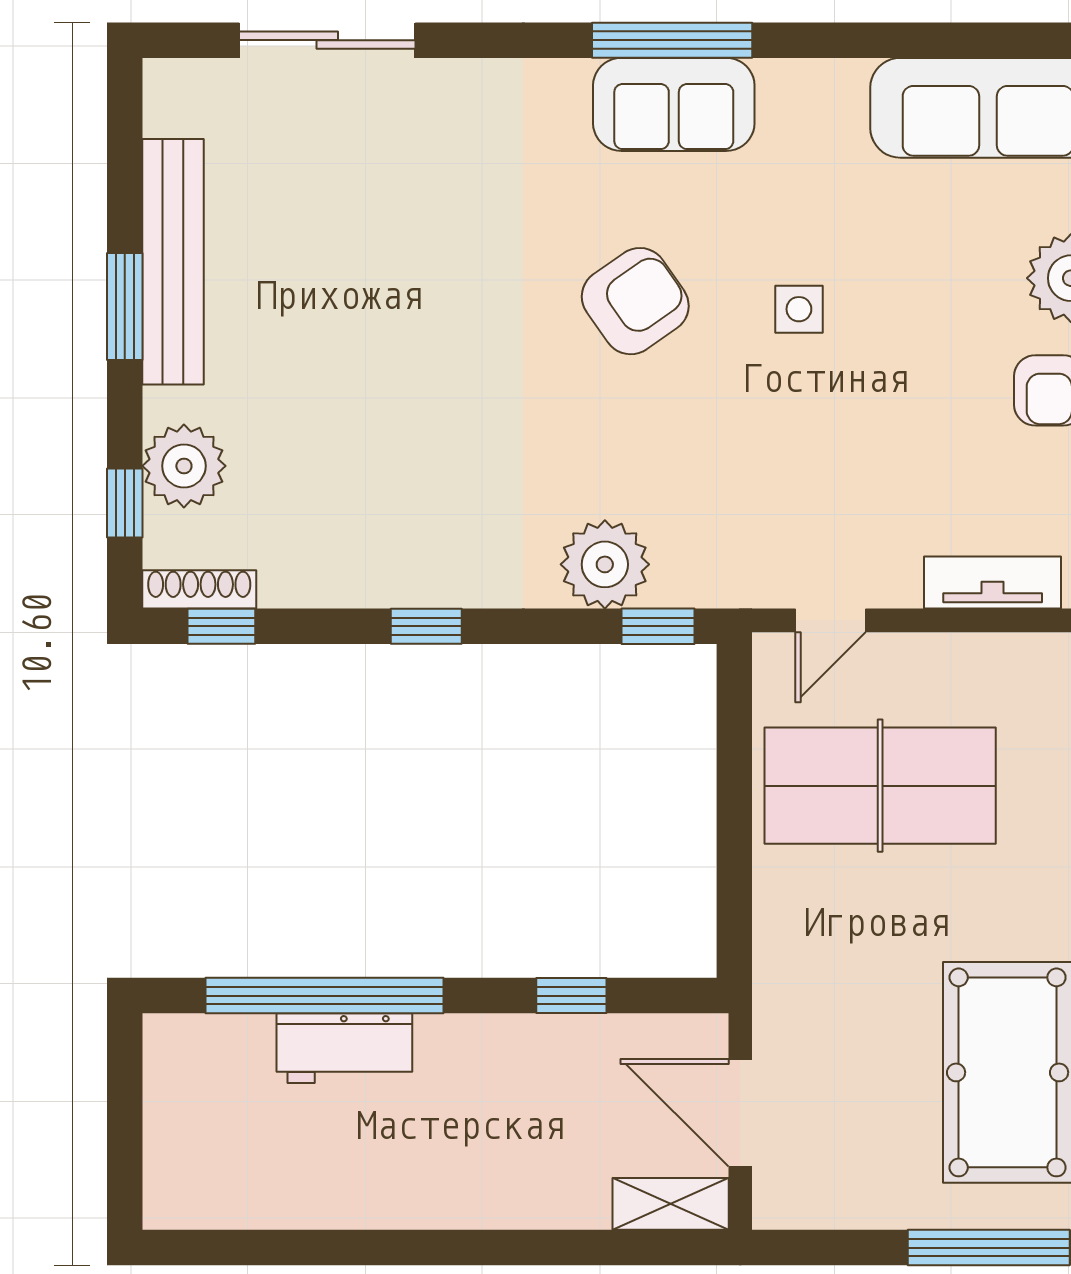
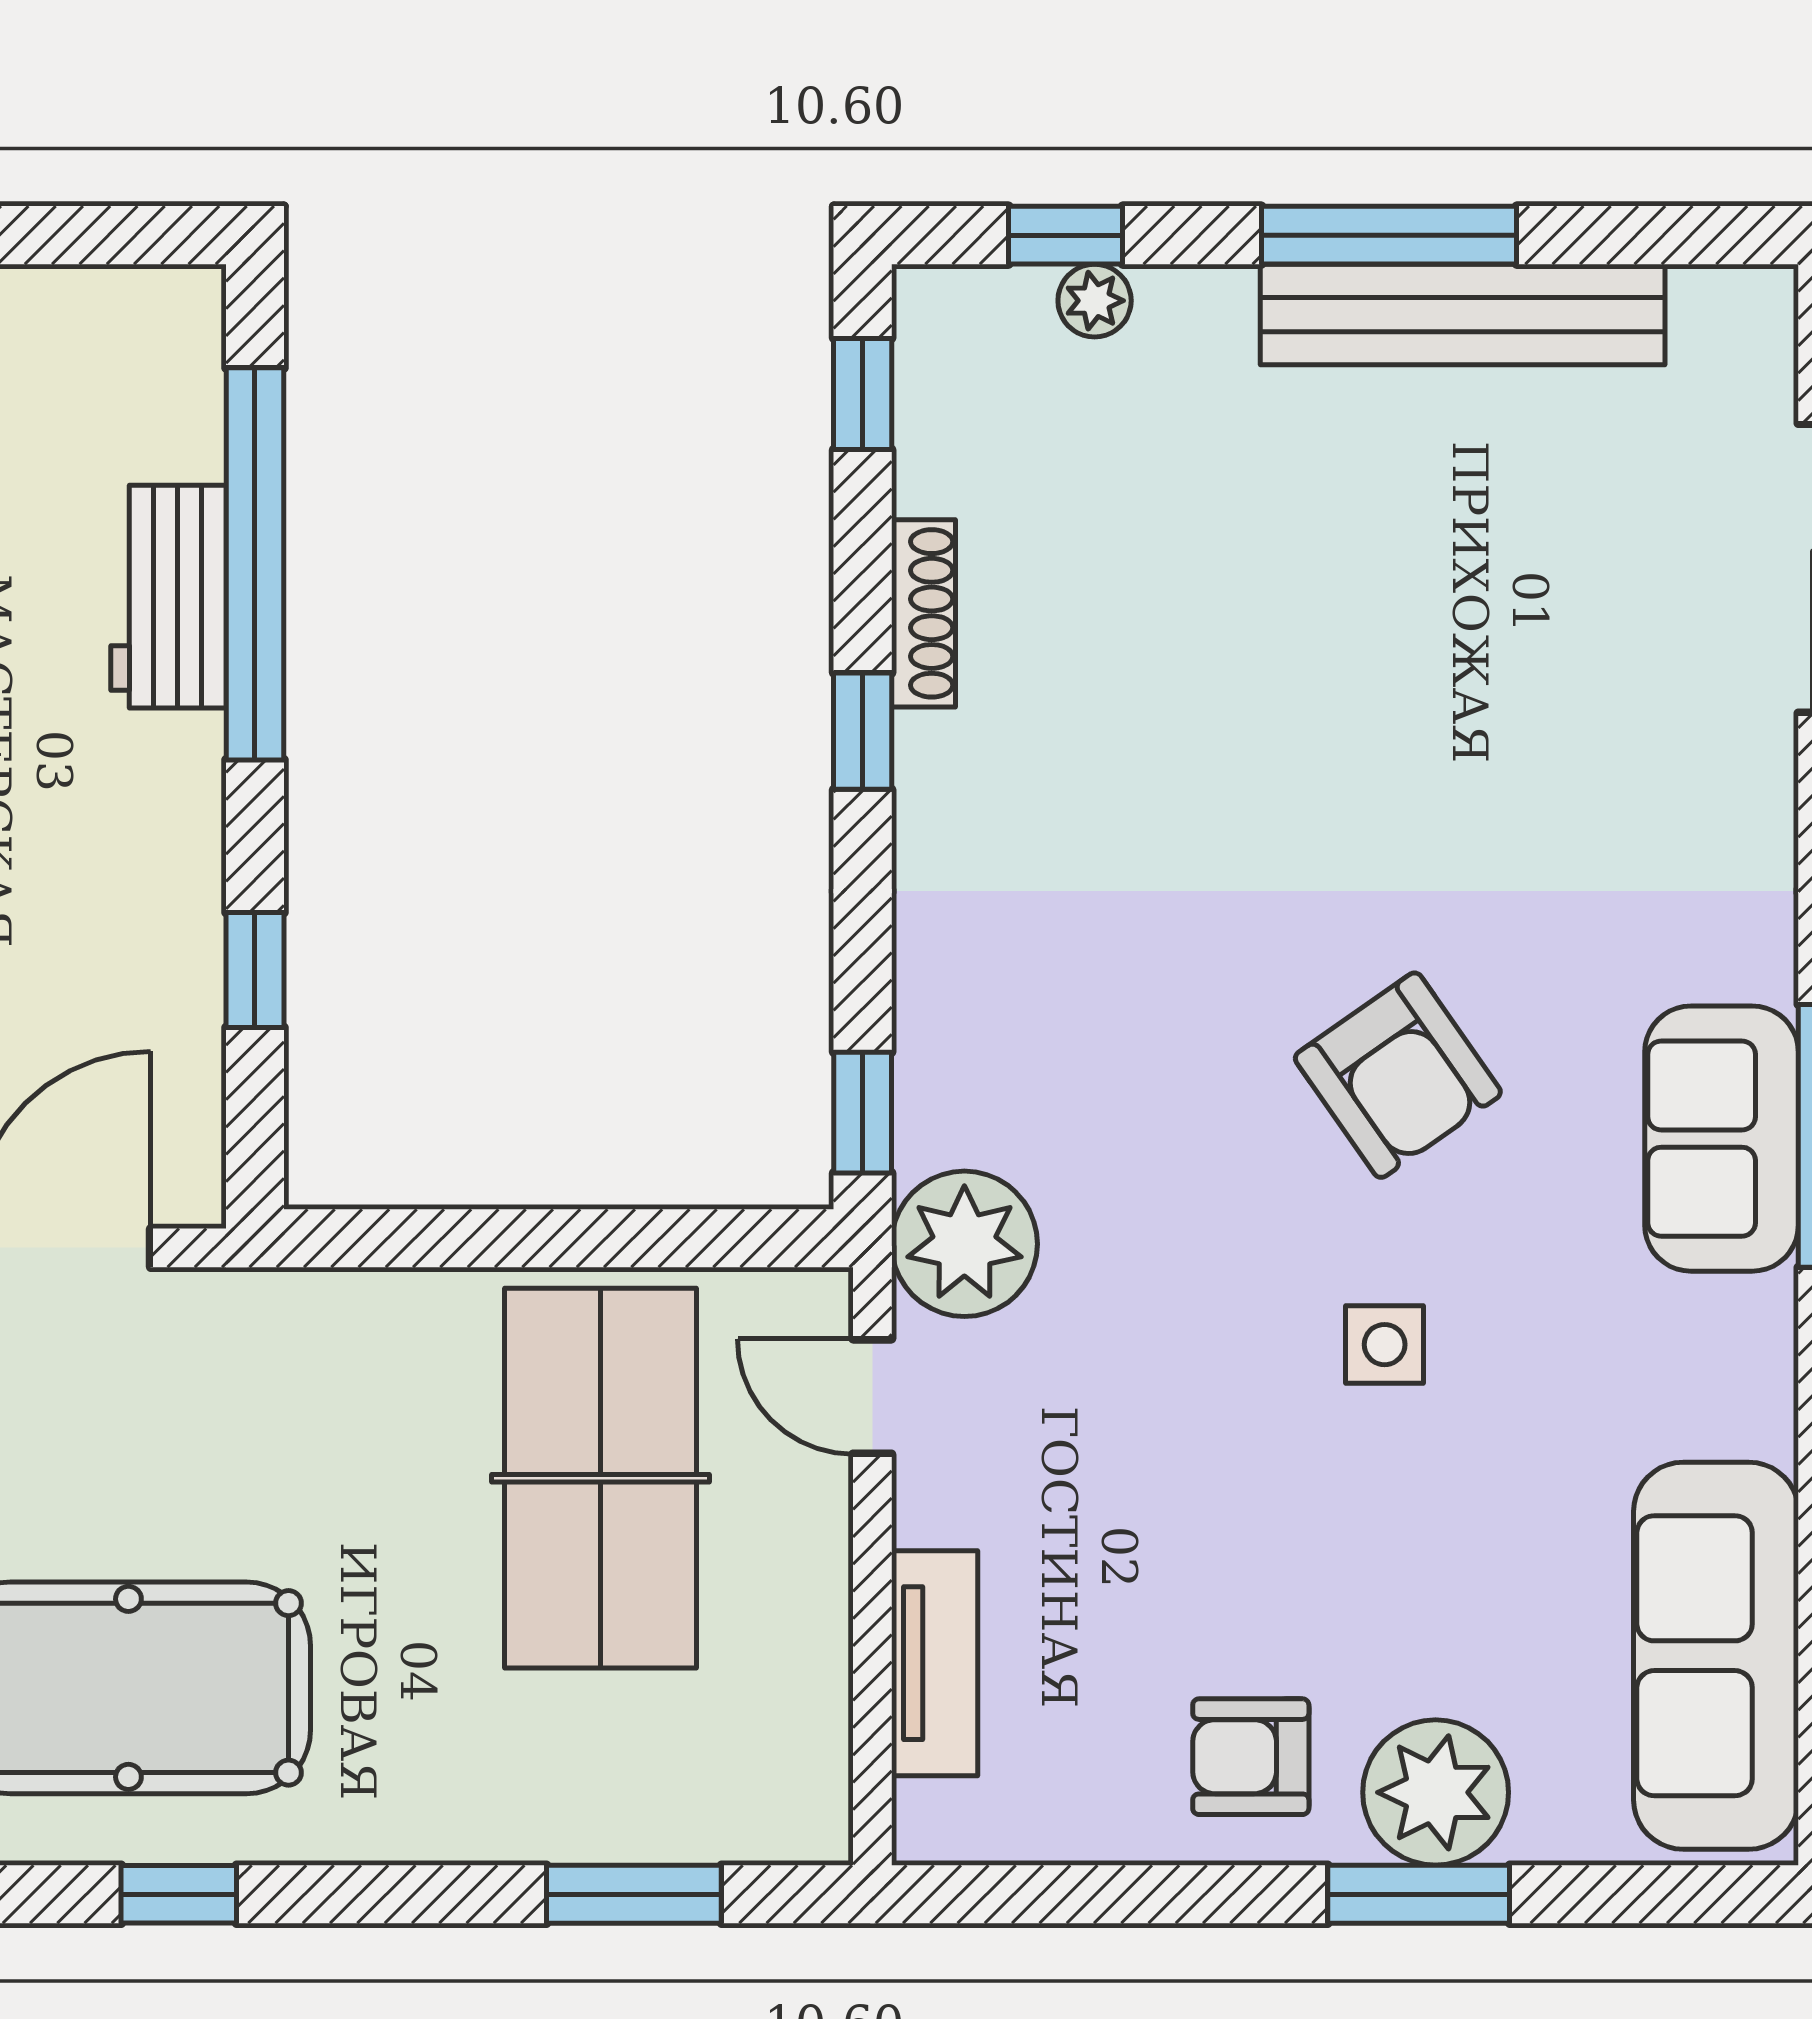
window: (125, 306) -> (1389, 235), width x1.44
plant: (184, 466) -> (1095, 301), width x0.53, depth x0.53
plant: (605, 564) -> (964, 1244), moved
shoe rack: (199, 589) -> (923, 613), moved

